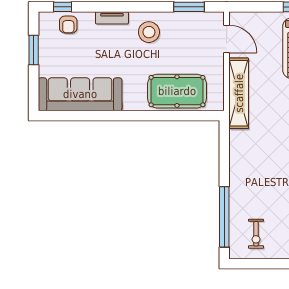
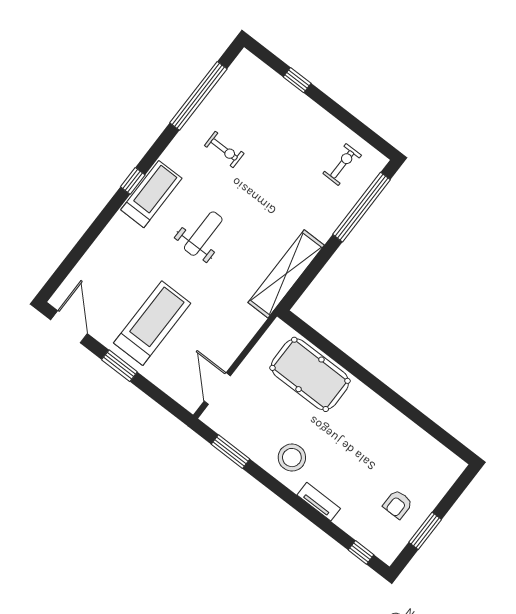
armchair: (68, 25) -> (398, 504), moved, turned 180
shelving: (239, 93) -> (286, 274), moved
sofa: (80, 94) -> (412, 448), removed

